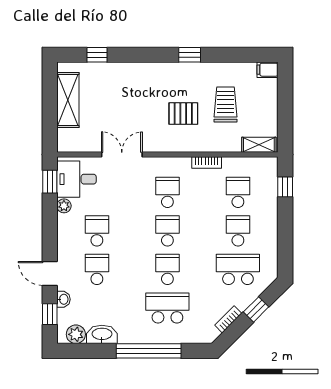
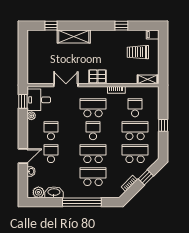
window: (190, 55) -> (121, 26), moved
shelving: (68, 100) -> (74, 36), moved, turned 90
trolley: (226, 104) -> (138, 52), moved, turned -90
pallet: (183, 114) -> (97, 76), moved
window: (285, 187) -> (163, 125), moved
school desk: (167, 192) -> (93, 108), width x1.85
school desk: (238, 231) -> (135, 131), width x1.85
school desk: (167, 269) -> (93, 154), width x1.85
door: (50, 273) -> (23, 156), swing flipped
window: (50, 314) -> (23, 180), removed

